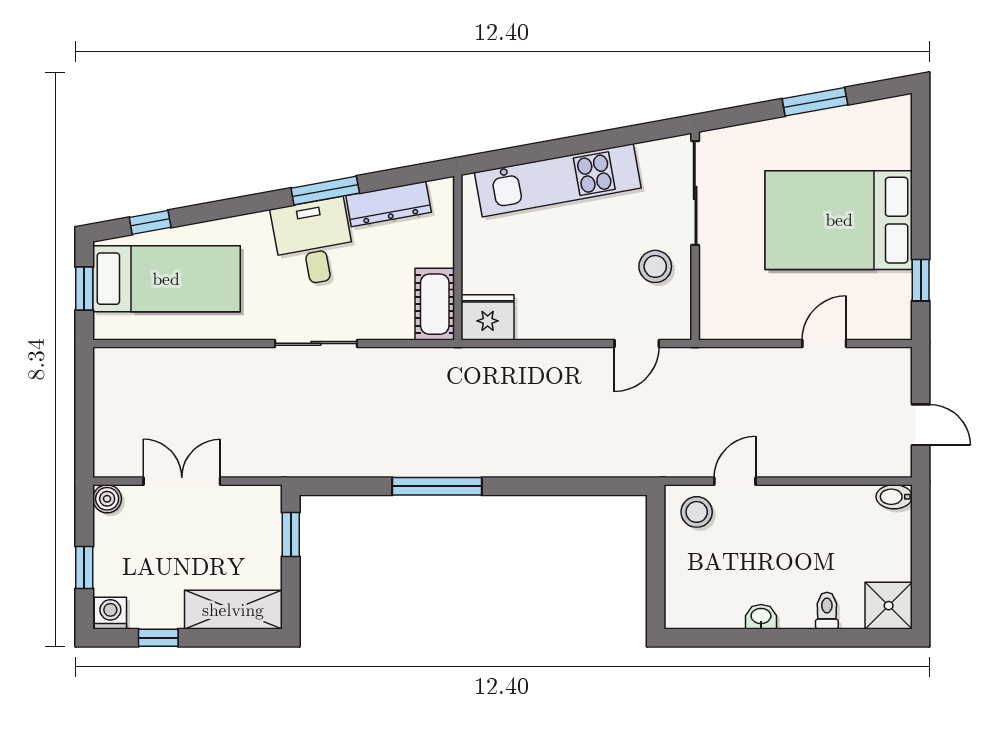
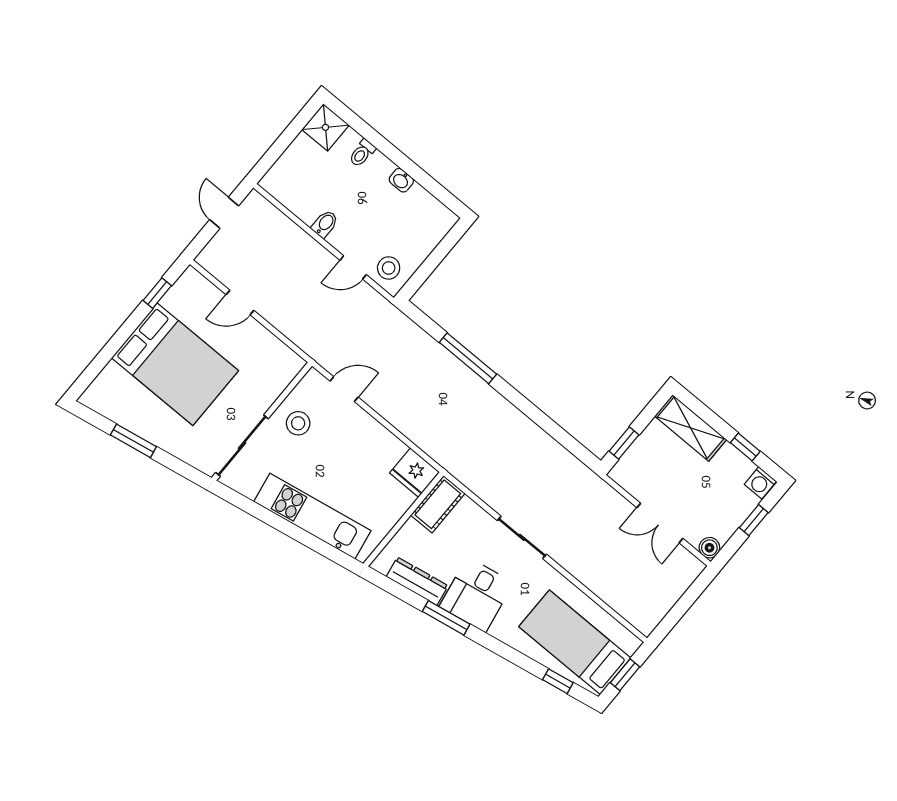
window: (437, 486) -> (468, 358), moved
bidet: (894, 497) -> (325, 224), moved, turned -90

